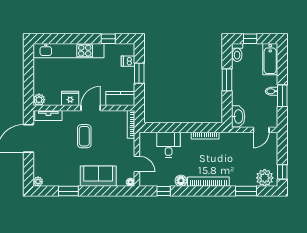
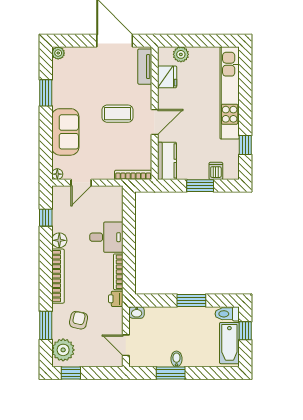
bathtub: (270, 59) -> (229, 343), moved, turned -90
fridge: (70, 98) -> (167, 77), moved
plant: (39, 100) -> (181, 54), moved
door: (91, 108) -> (155, 122), hinge flipped
washbasin: (238, 116) -> (137, 312), width x0.52, depth x0.69
printer: (226, 138) -> (116, 299), added
desk: (169, 145) -> (106, 237), moved
armchair: (242, 166) -> (79, 320), added

